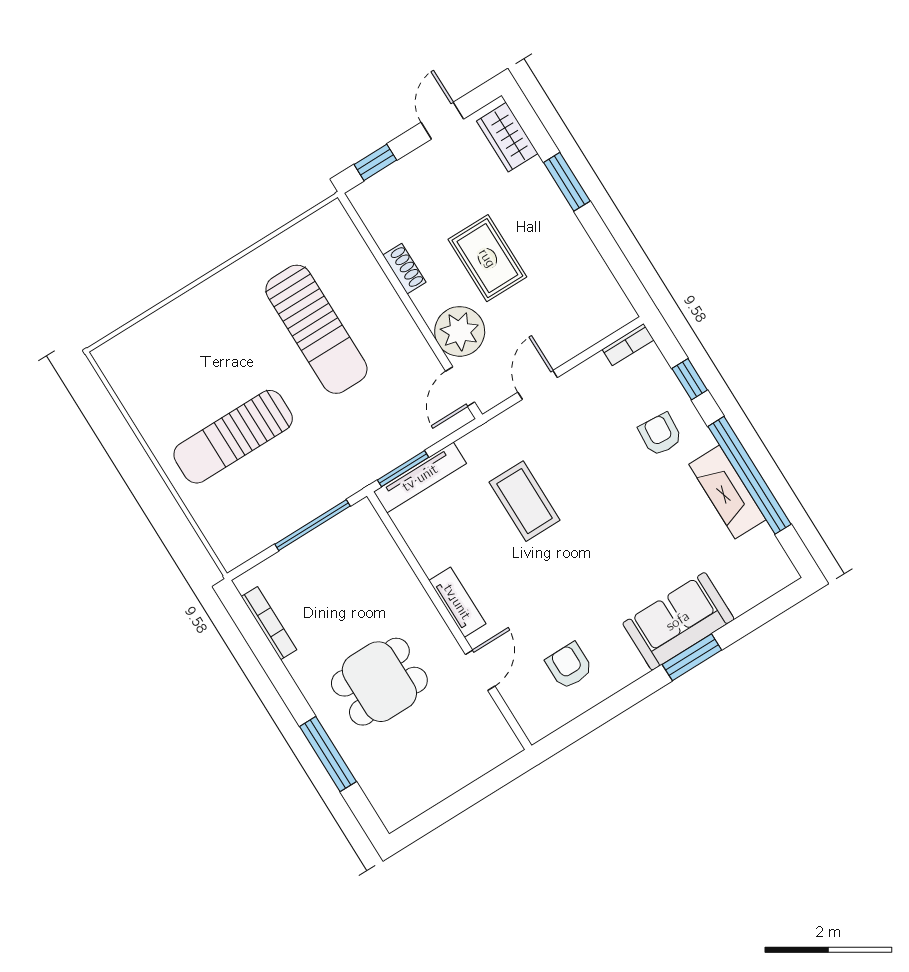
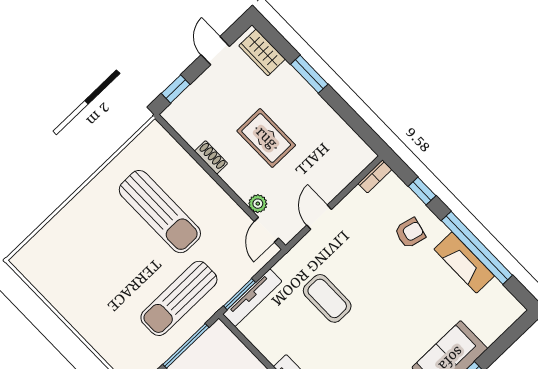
plant: (460, 331) -> (258, 204), width x0.53, depth x0.53
armchair: (660, 434) -> (410, 233), turned 100
sun lounger: (233, 437) -> (179, 298), moved

